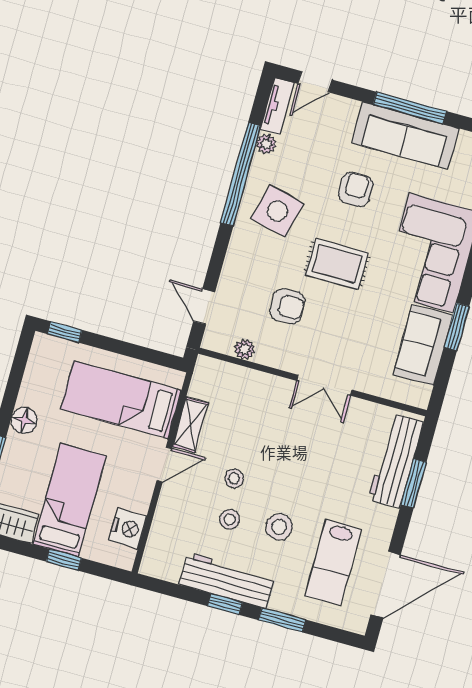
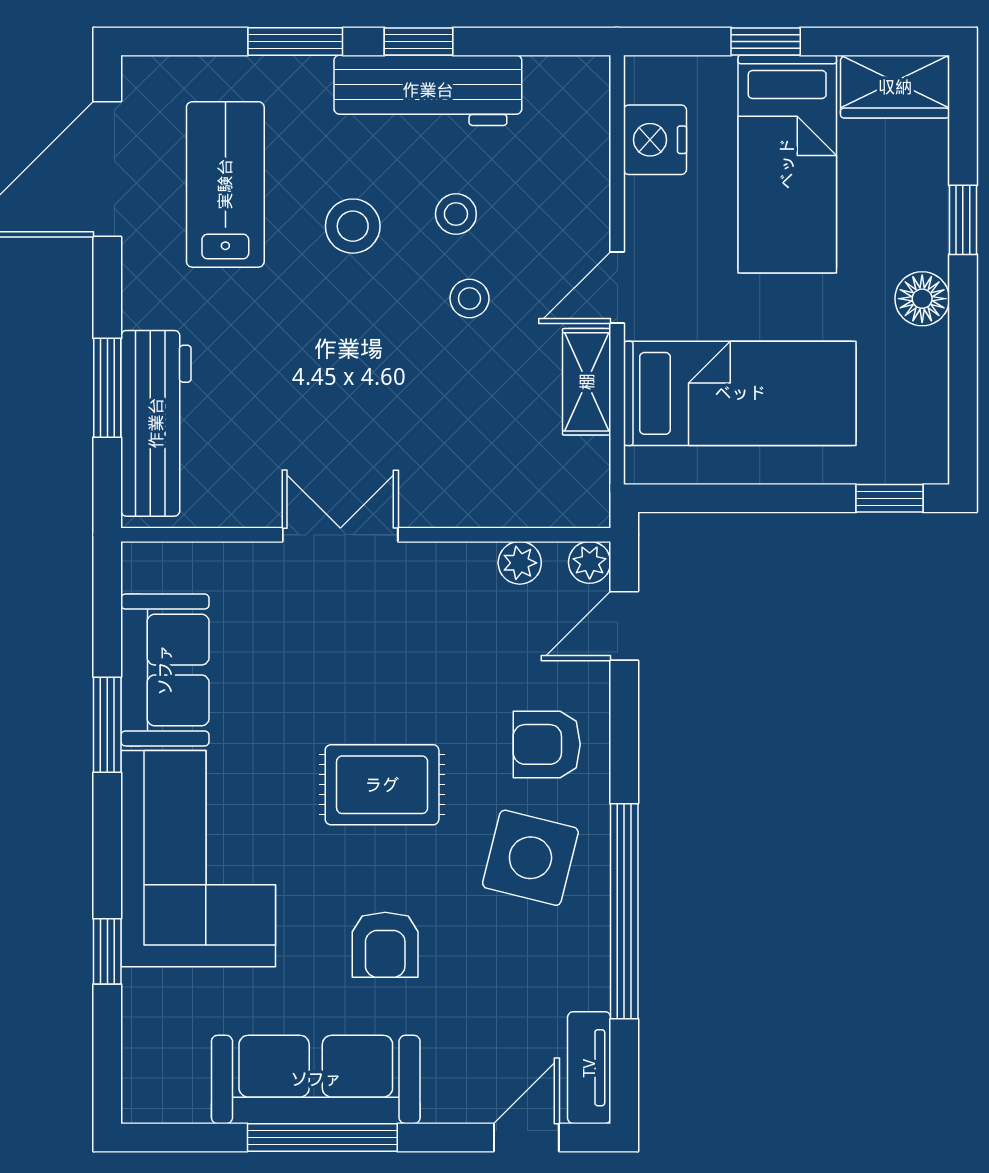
plant: (266, 144) -> (590, 562), moved
armchair: (287, 306) -> (547, 744), moved
door: (204, 307) -> (624, 626), swing flipped

